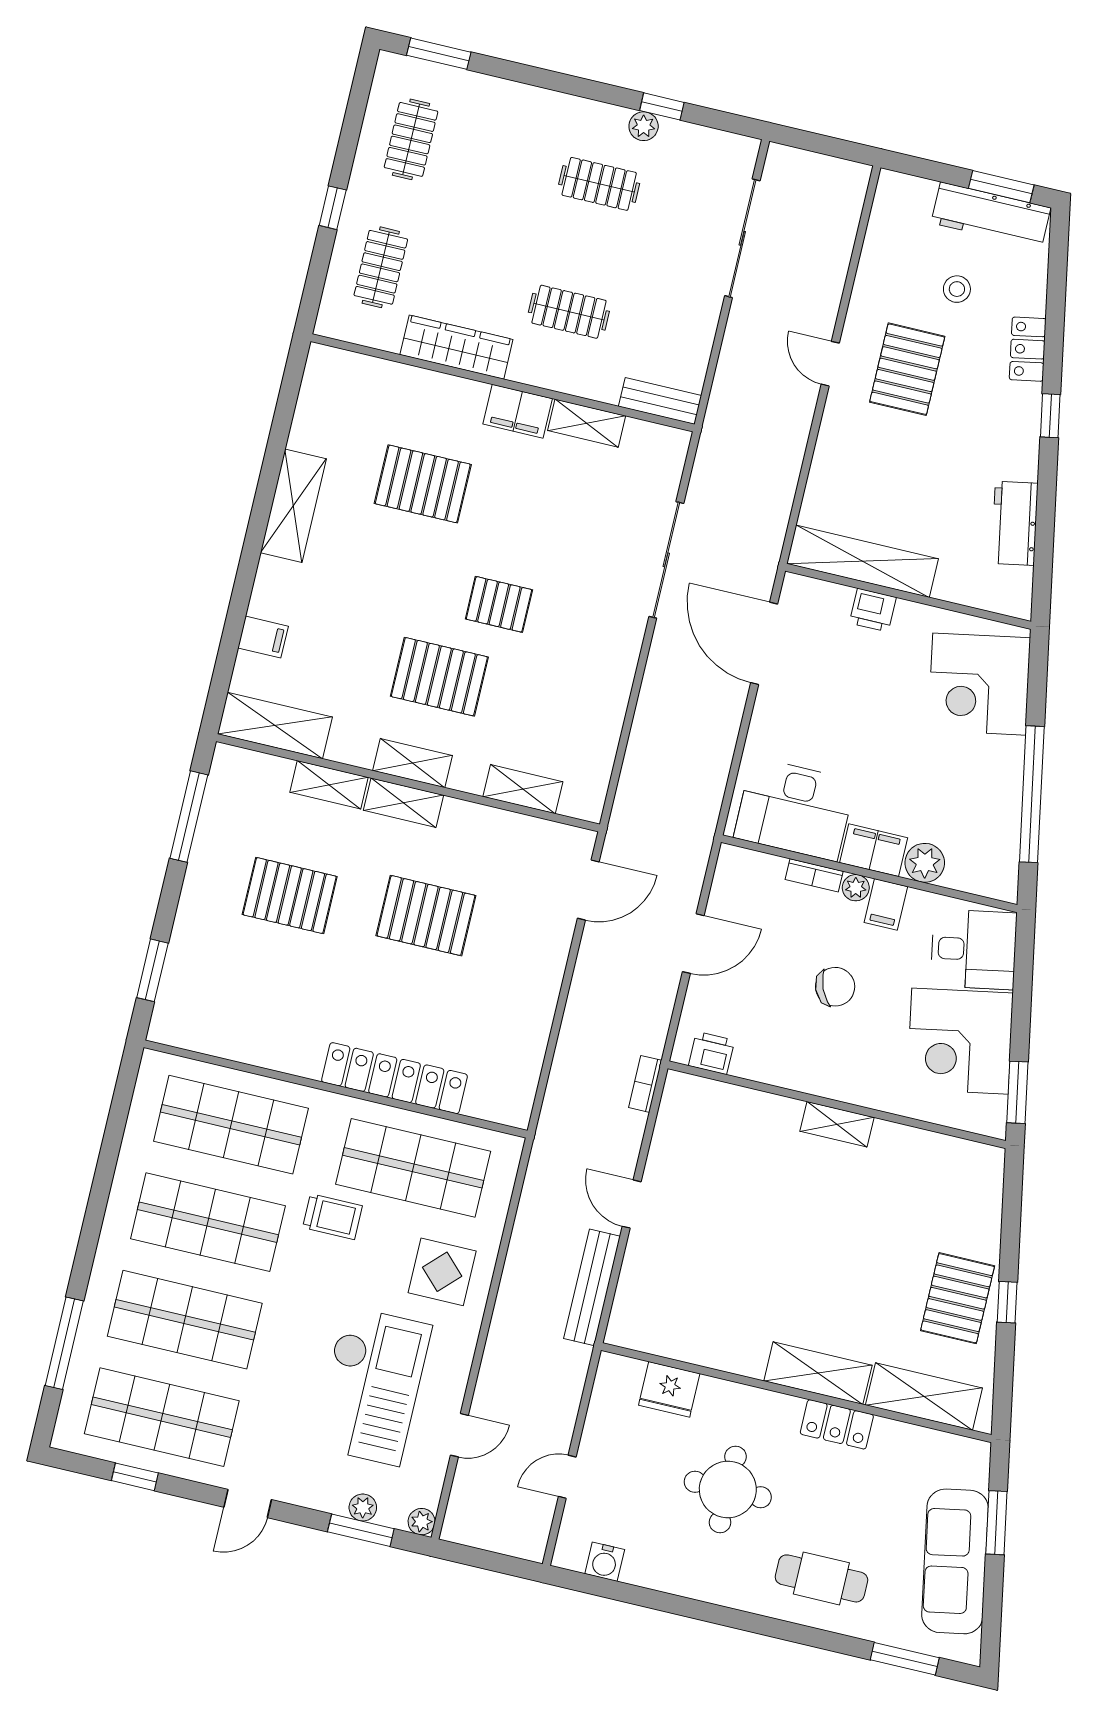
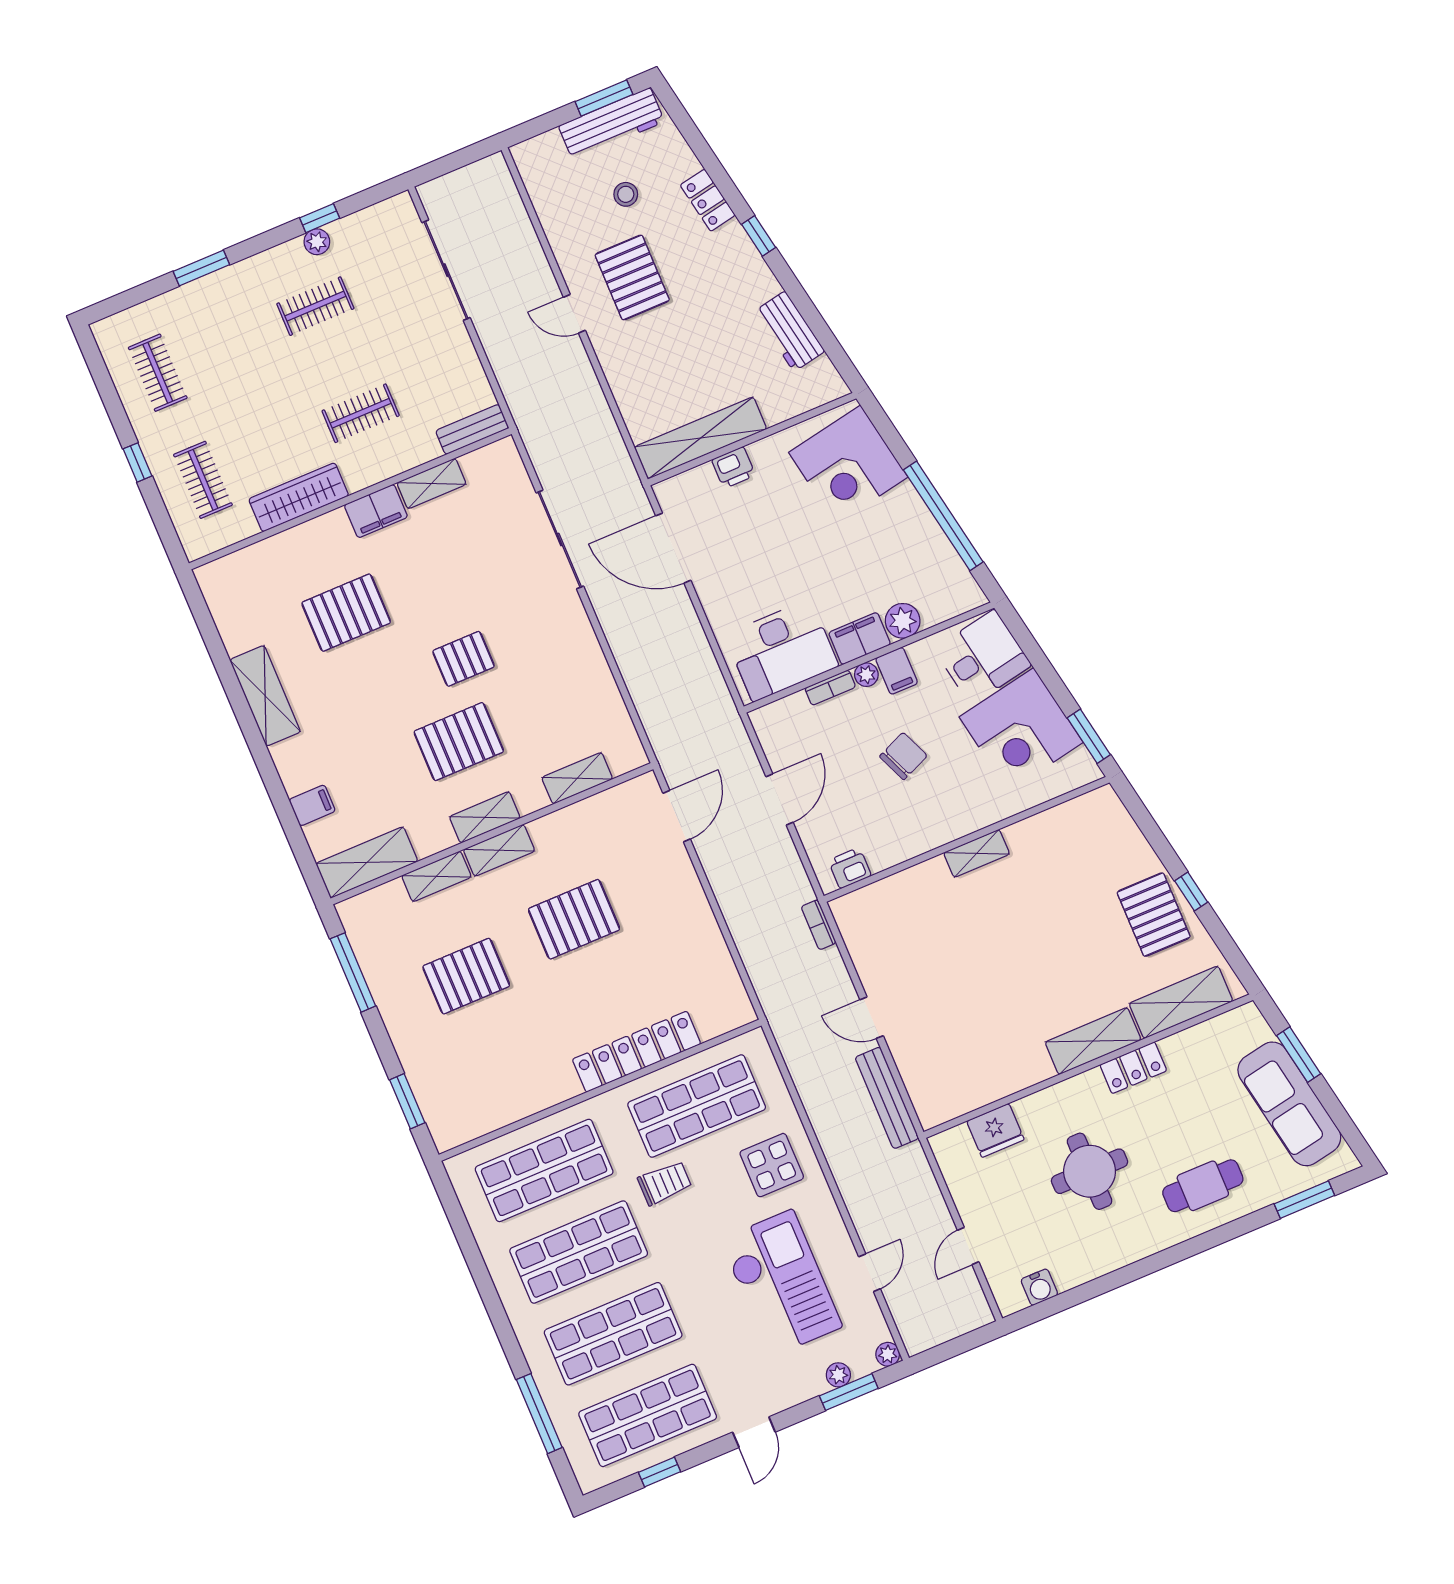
window: (439, 54) -> (201, 268), moved

